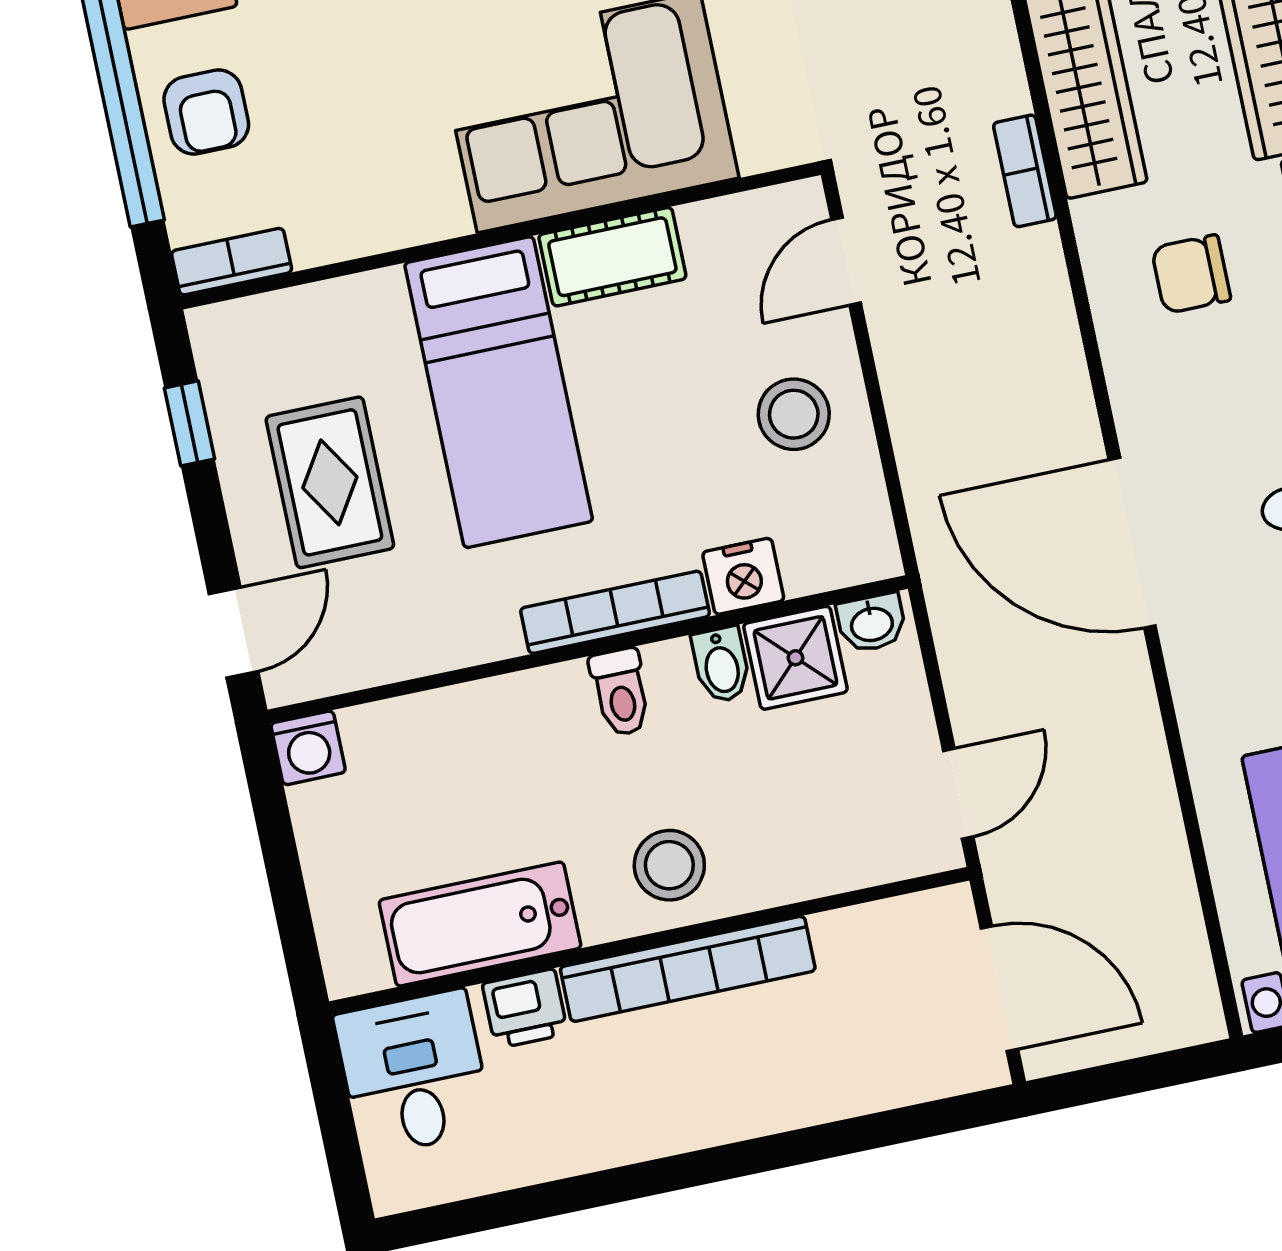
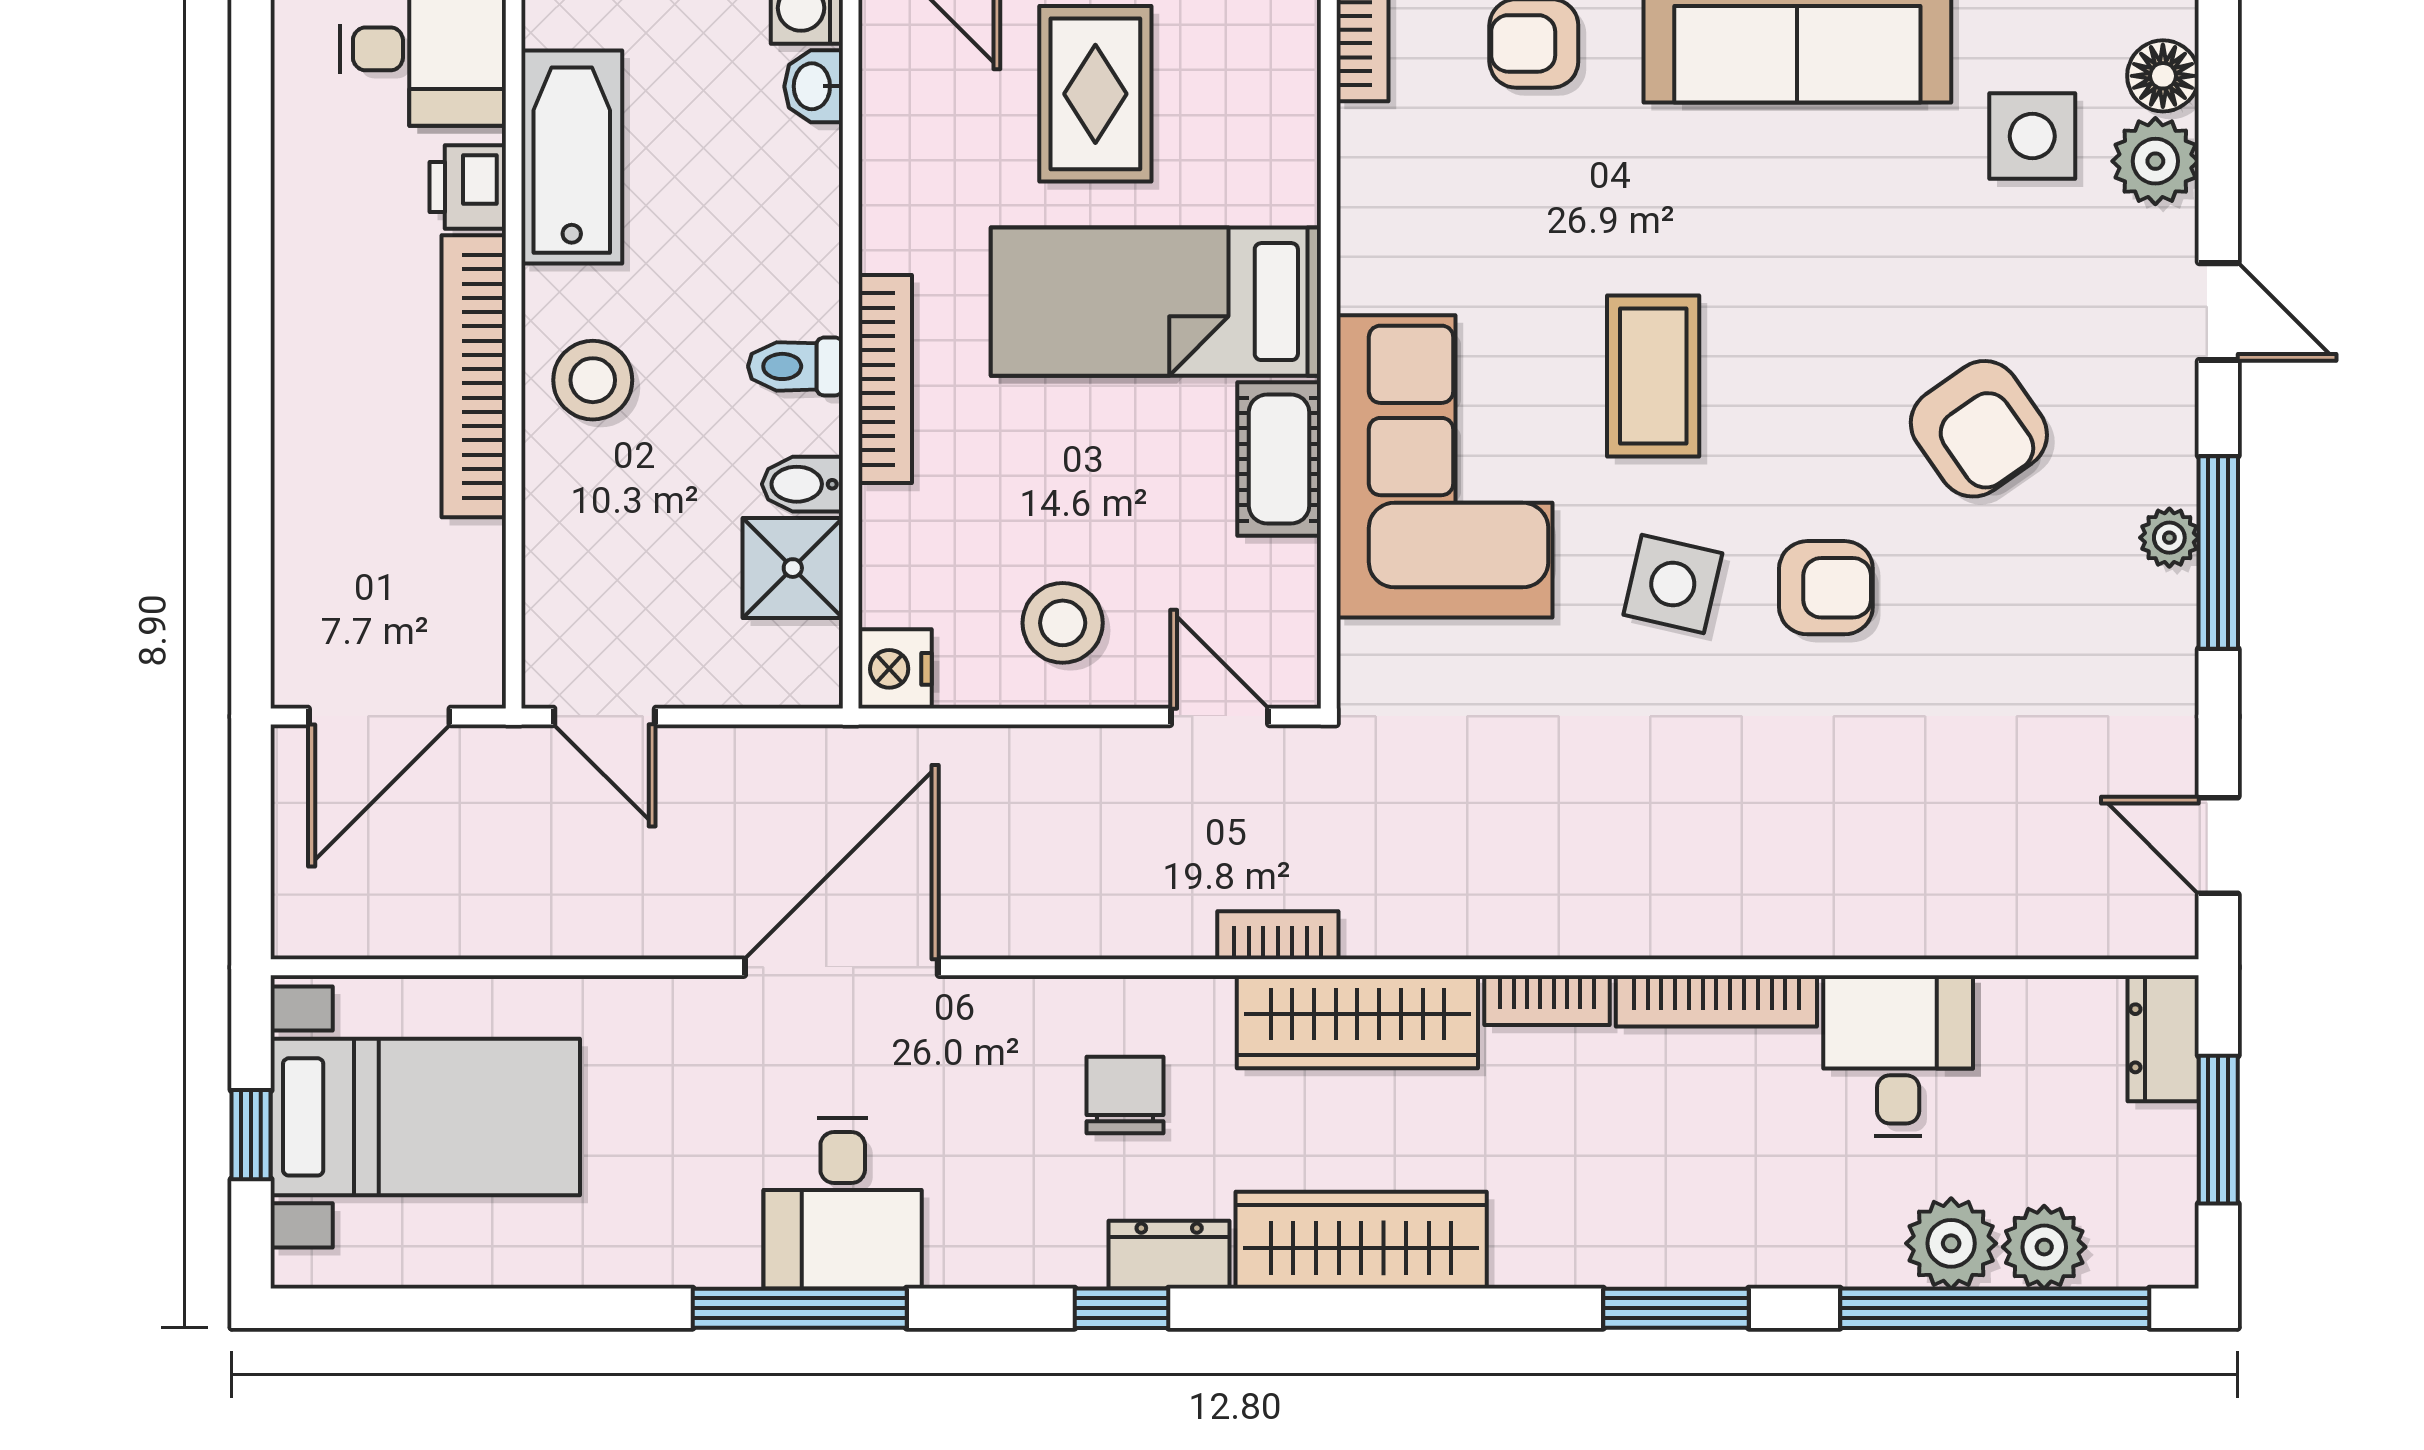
rug: (330, 482) -> (1095, 94), turned 90
nightstand: (743, 576) -> (895, 669), moved
washbasin: (872, 623) -> (814, 86), moved

